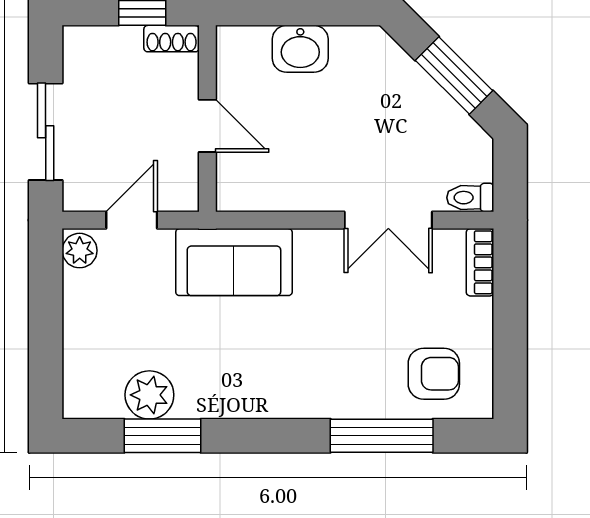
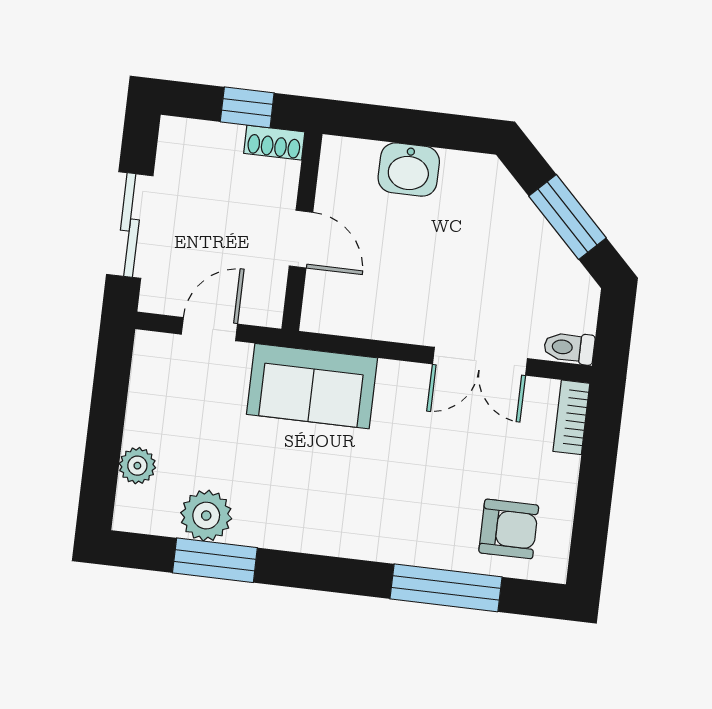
plant: (80, 251) -> (137, 466), moved

